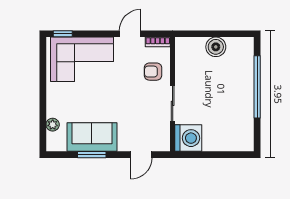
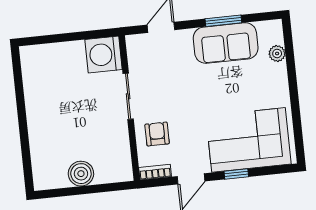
window: (63, 34) -> (236, 174), moved
armchair: (153, 72) -> (157, 134), turned -90
window: (257, 87) -> (23, 128), removed

